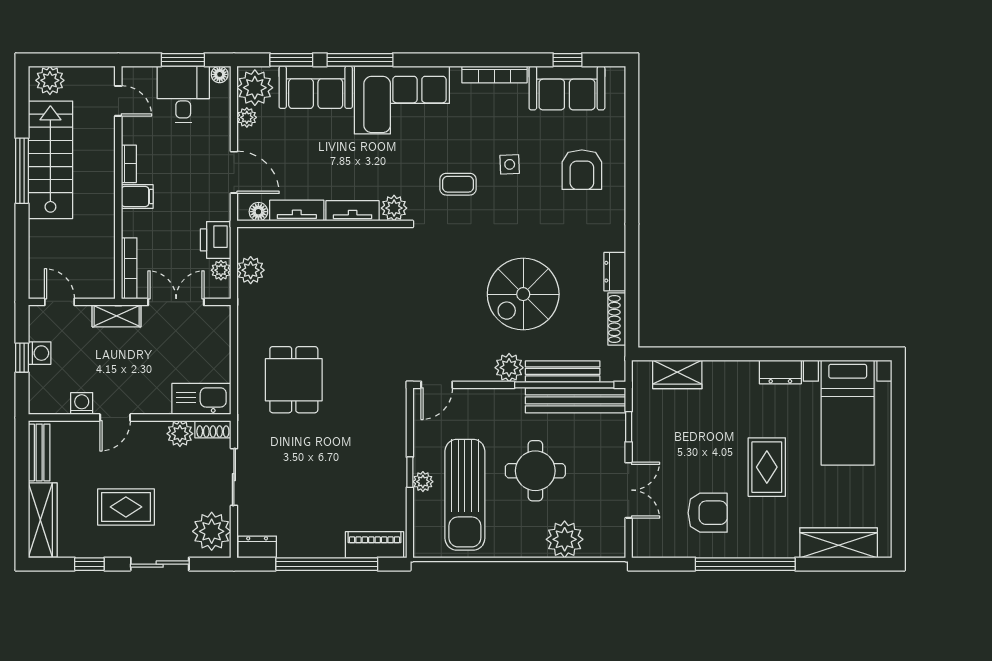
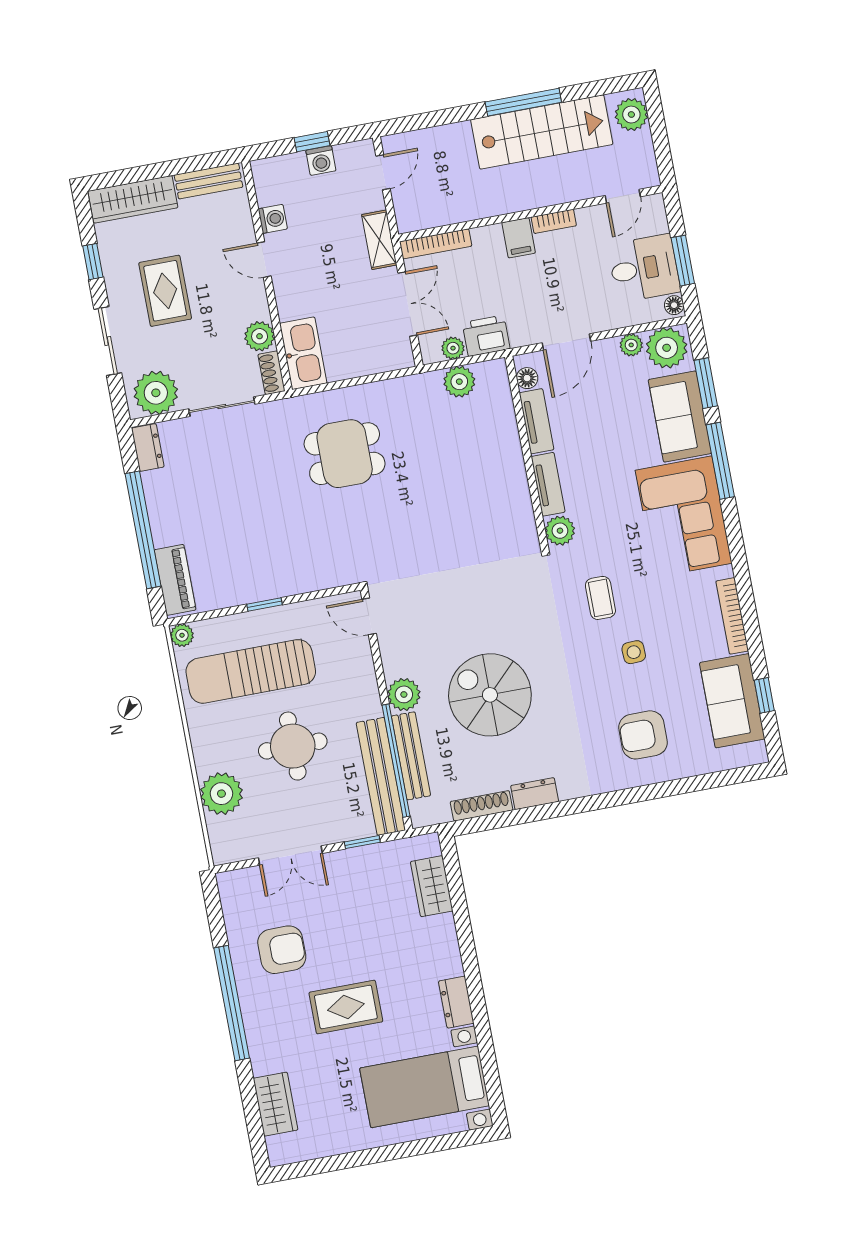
plant: (423, 482) -> (182, 635), moved
armchair: (708, 513) -> (282, 950), turned -90
wardrobe: (839, 543) -> (275, 1104), width x0.67

